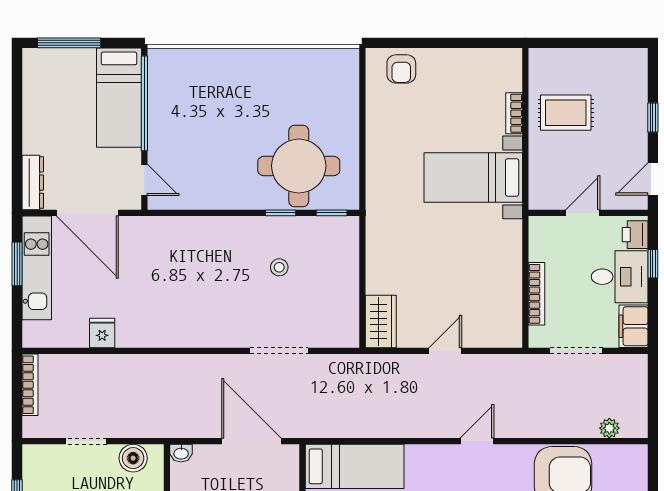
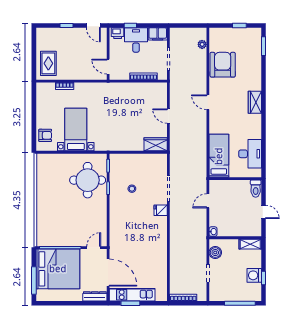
bed: (119, 98) -> (58, 269), width x2.04
rug: (566, 113) -> (48, 63), moved
bed with nightstands: (473, 177) -> (76, 130), moved, turned 180
door: (87, 213) -> (108, 273), hinge flipped
door: (583, 213) -> (108, 67), moved
fridge: (102, 333) -> (161, 210), moved
door: (251, 441) -> (208, 201), width x0.53

